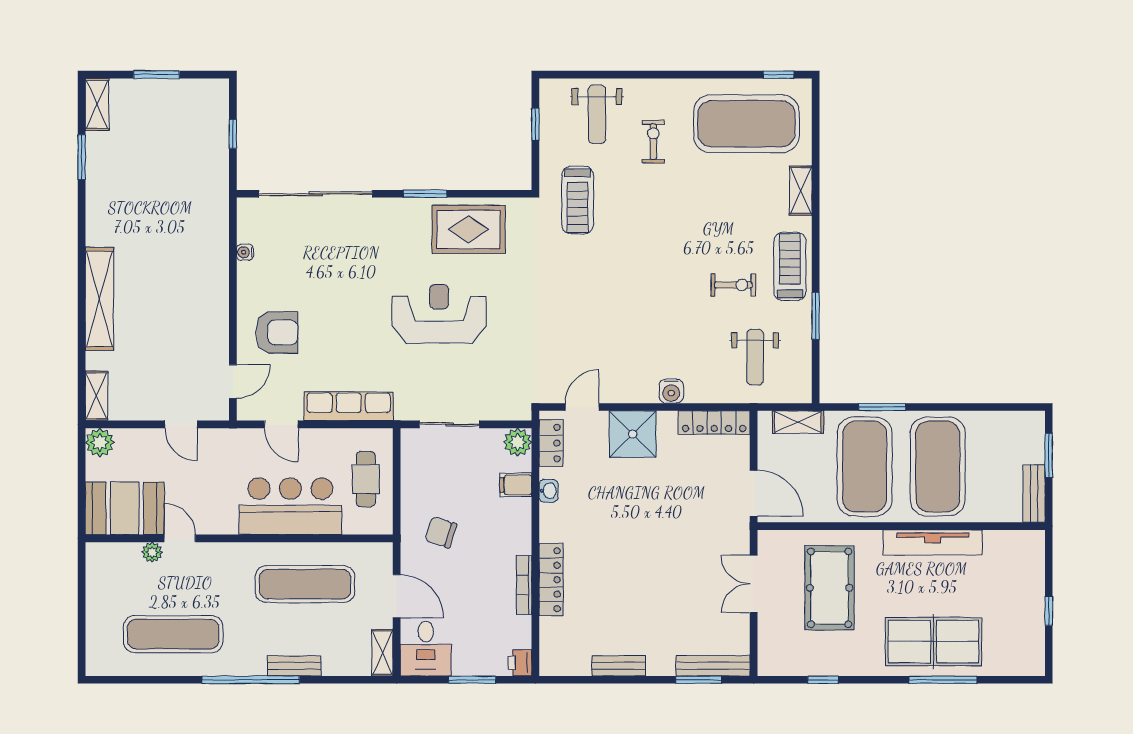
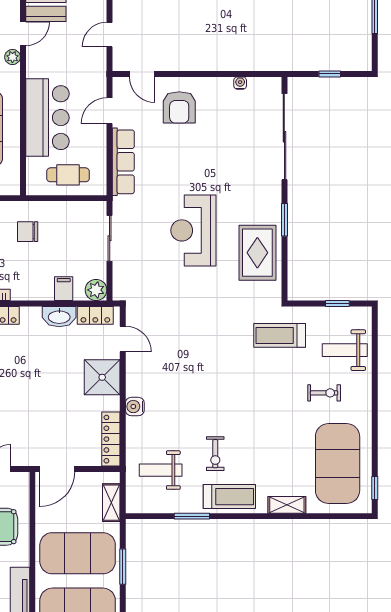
reception desk: (439, 314) -> (193, 230), turned 180
washbasin: (548, 491) -> (59, 317), width x1.91, depth x1.45
chair: (441, 532) -> (28, 232), turned -108
plant: (152, 552) -> (12, 57), moved

